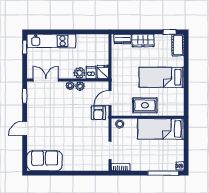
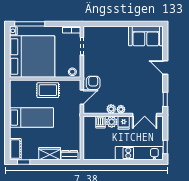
fridge: (103, 72) -> (124, 123), moved
door: (25, 128) -> (165, 68), swing flipped
bed: (161, 129) -> (32, 57), width x2.04

